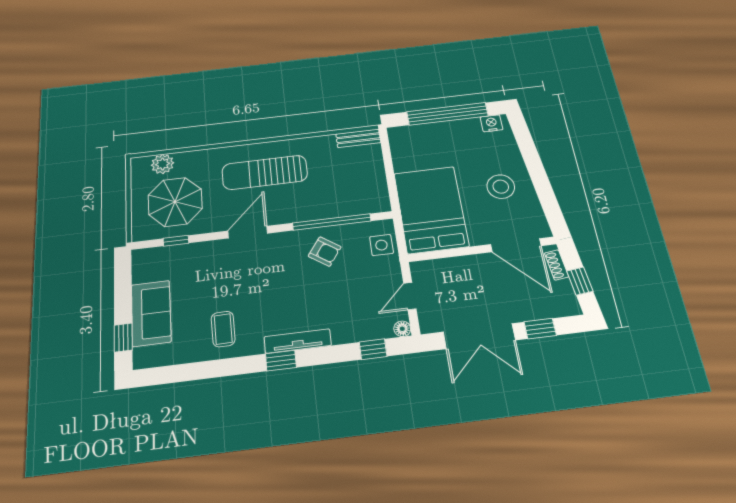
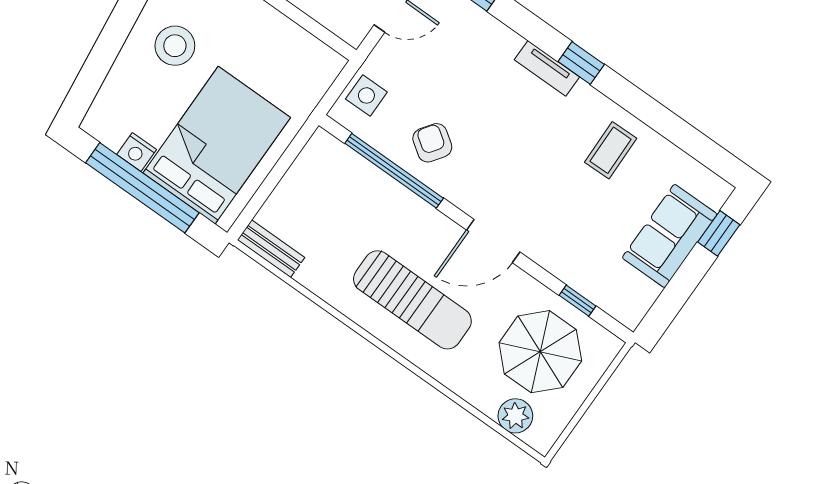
nightstand: (491, 123) -> (137, 152), moved
bed: (431, 209) -> (217, 145), moved, turned 180
tv unit: (298, 341) -> (547, 68), width x0.71

